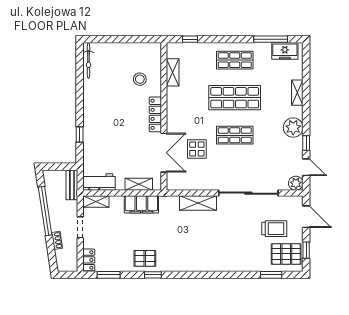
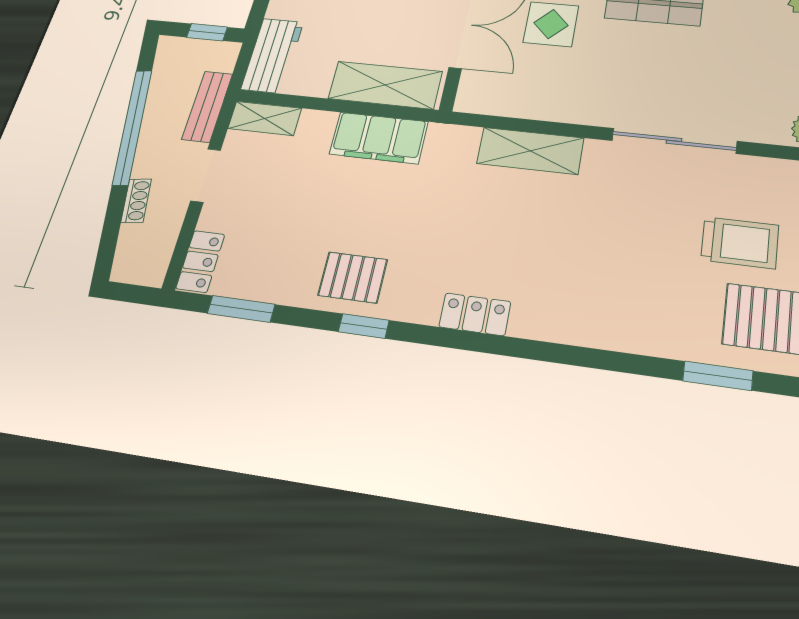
window: (61, 167) -> (207, 32), added
workbench: (99, 182) -> (272, 55), moved, turned 90
shelving: (139, 184) -> (385, 85), width x1.50, depth x1.33
bench: (72, 185) -> (207, 106), moved
sliding door: (248, 193) -> (674, 141), width x0.73
locker: (190, 266) -> (475, 314), added

